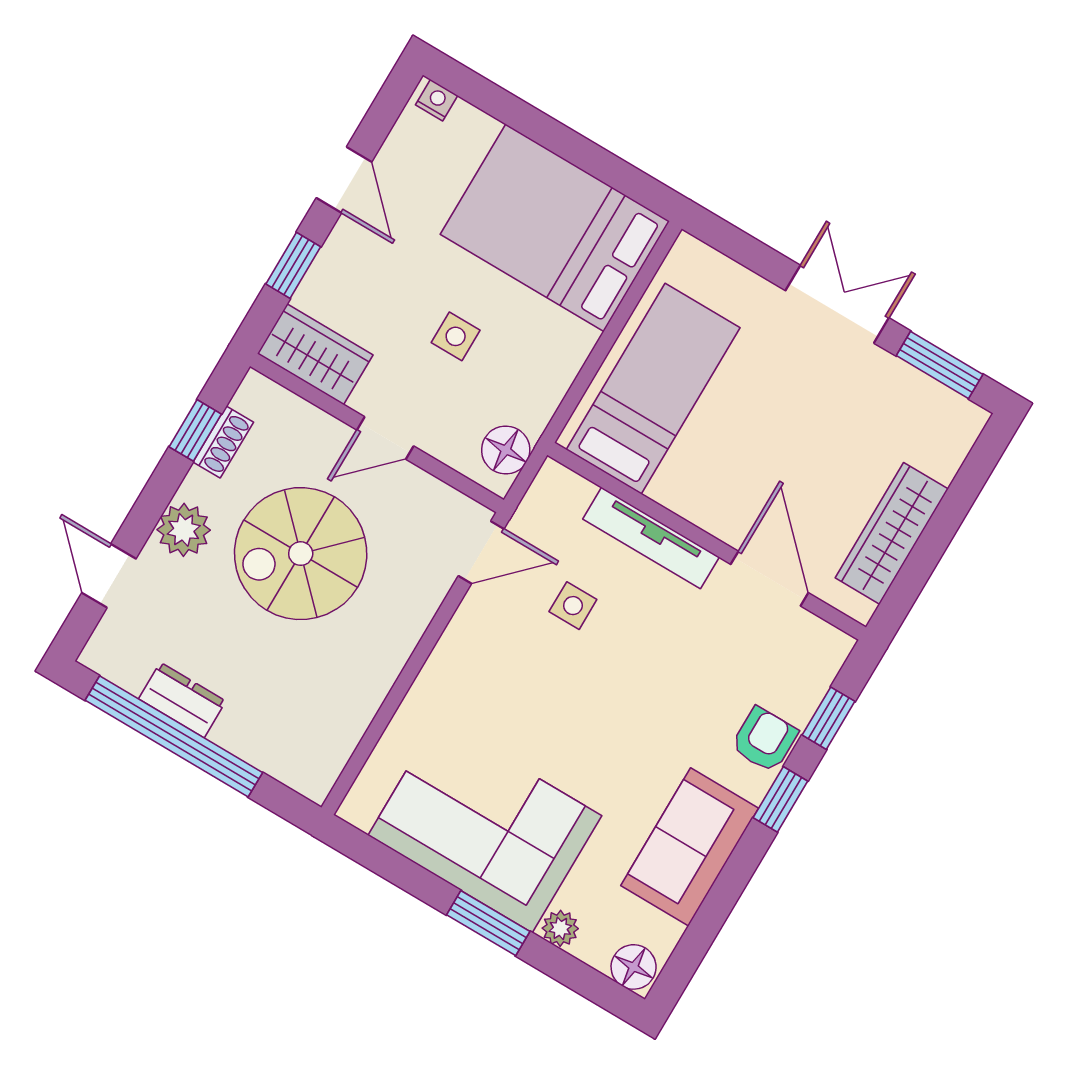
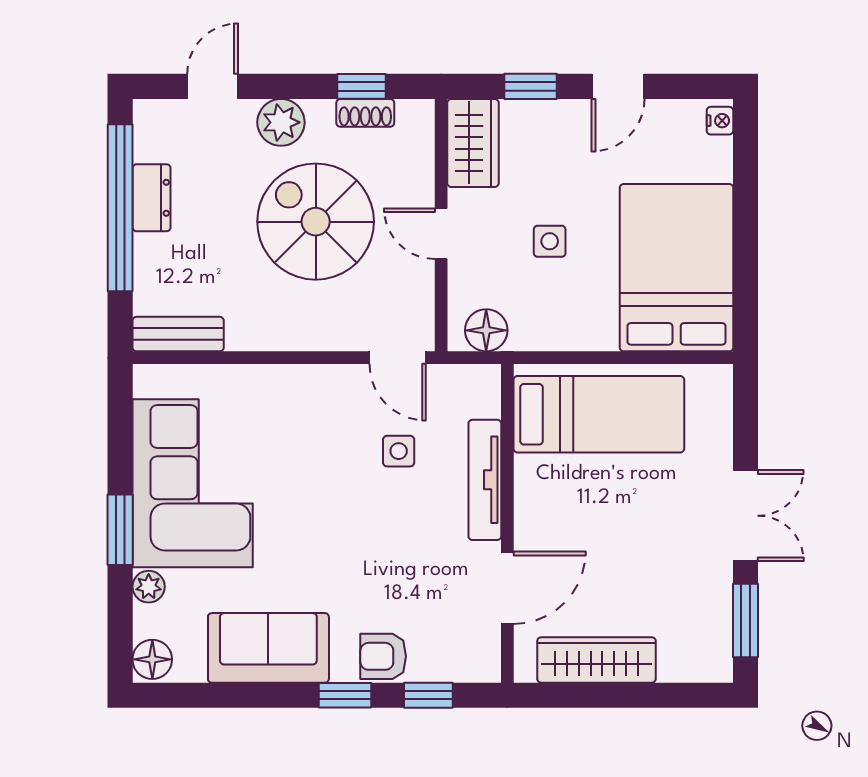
armchair: (764, 740) -> (383, 656), turned 180
bench: (331, 753) -> (178, 334), added

